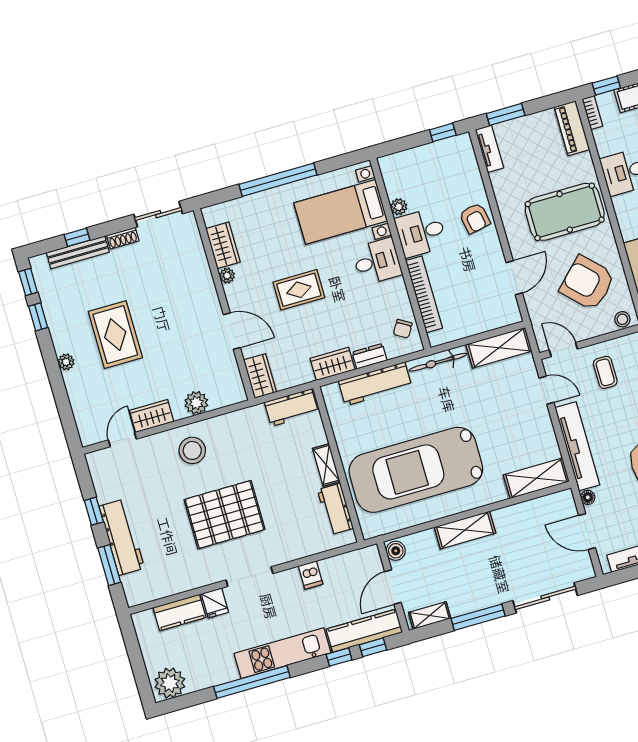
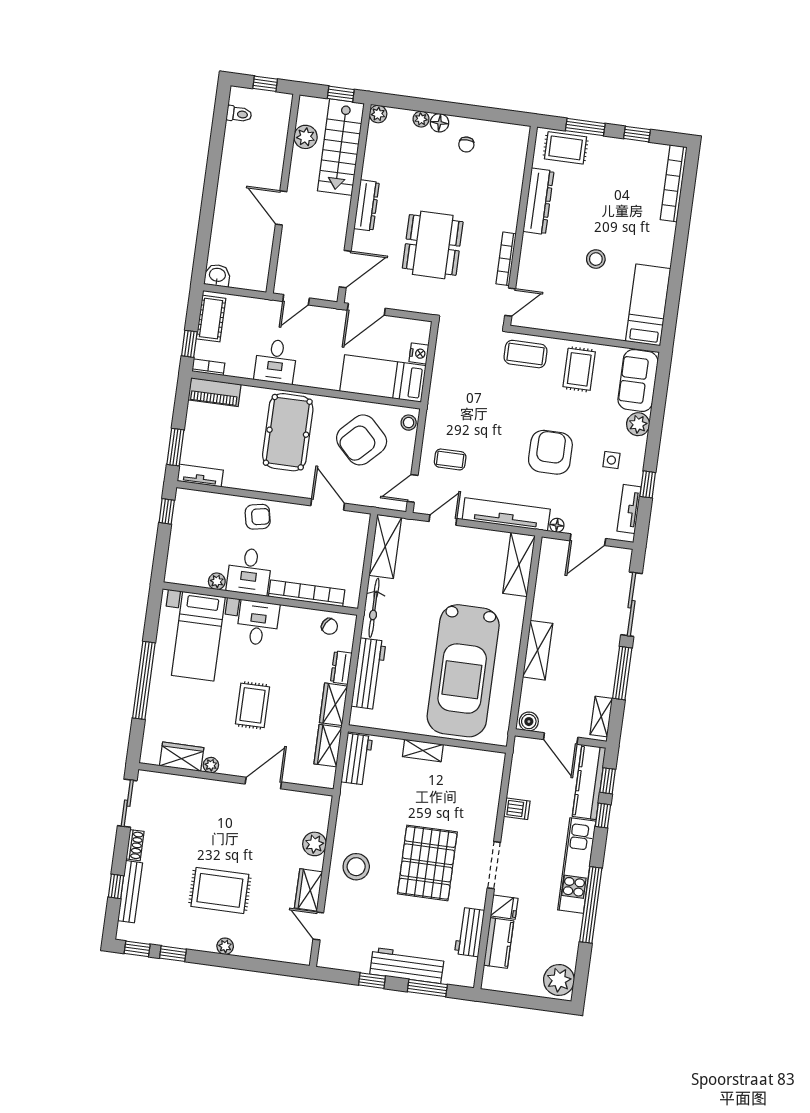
wardrobe: (260, 376) -> (328, 746), moved, turned -90
workbench: (335, 509) -> (470, 932), moved, turned 90

